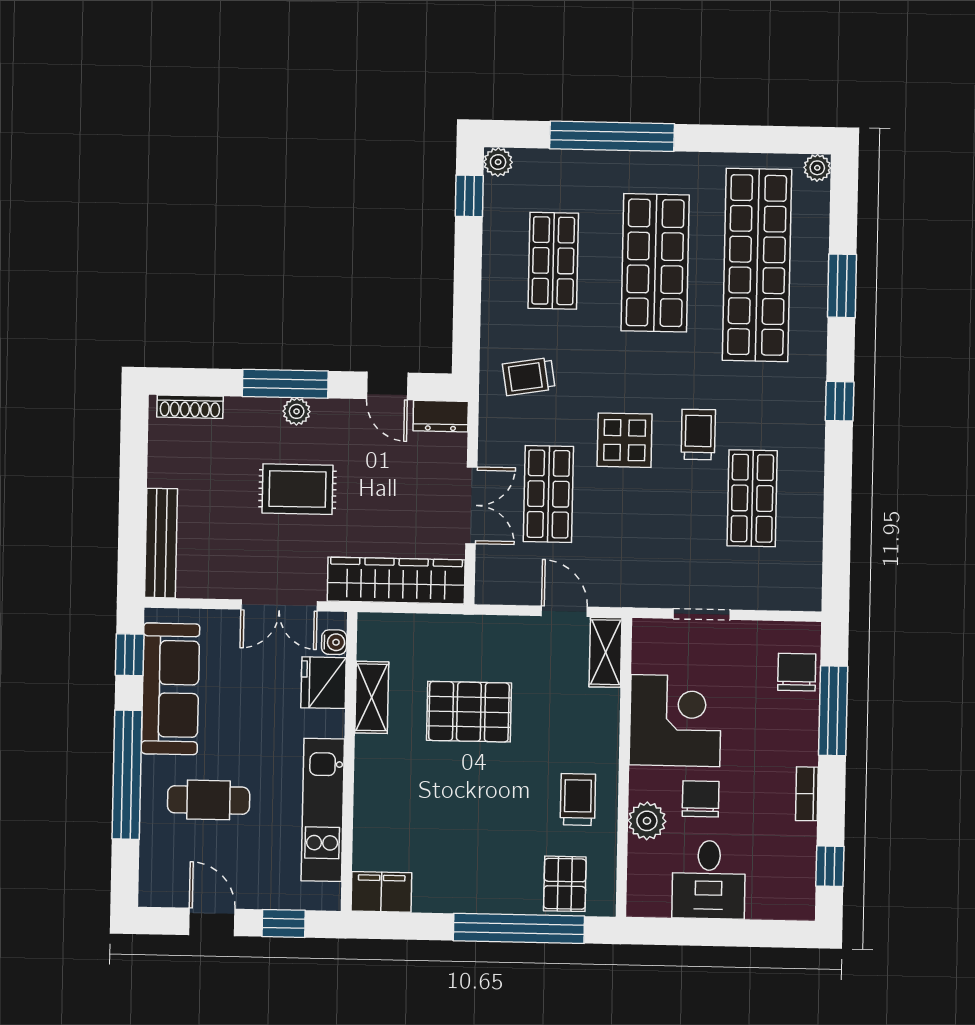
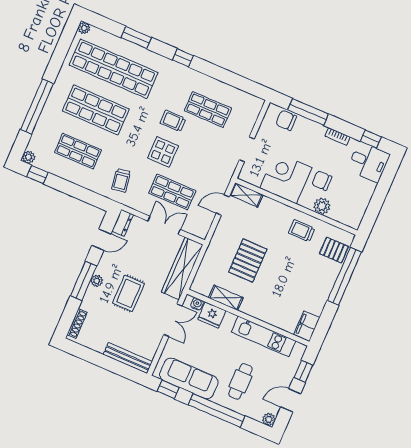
desk: (709, 880) -> (369, 162), moved
plant: (153, 892) -> (269, 419), added

